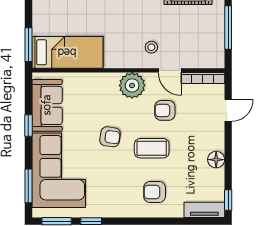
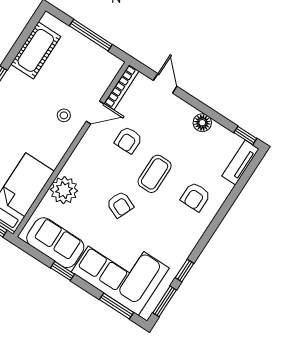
plant: (132, 85) -> (64, 190), moved
armchair: (110, 137) -> (120, 204), turned 105

